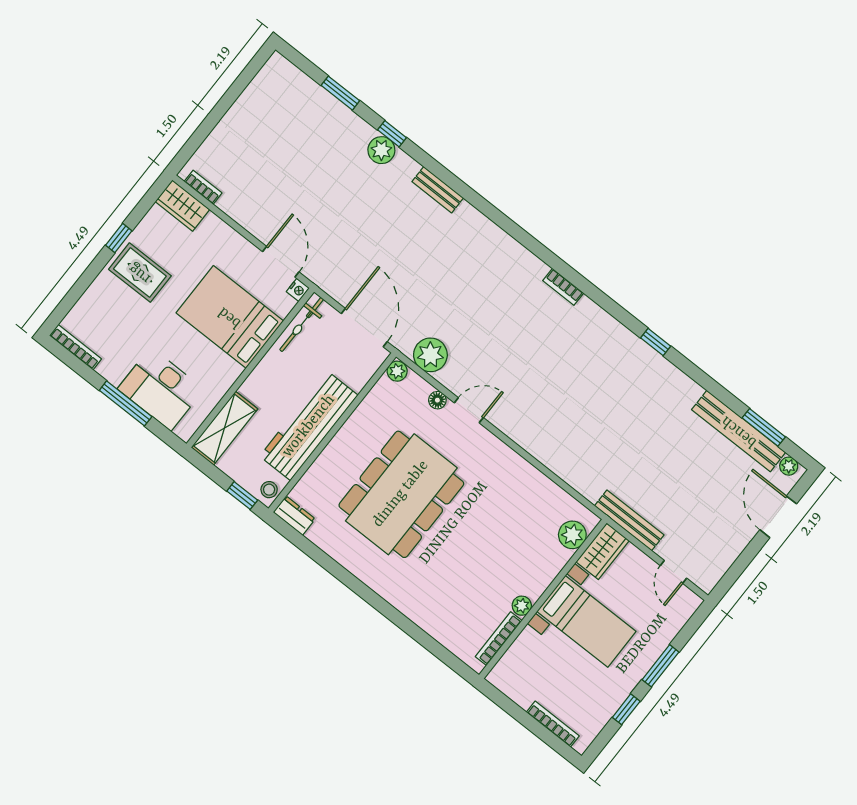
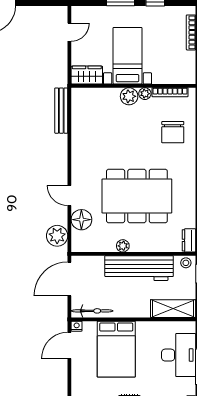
plant: (397, 371) -> (123, 246), moved
floor lamp: (437, 400) -> (81, 220), width x1.89, depth x1.89
bench: (629, 520) -> (61, 111), moved
plant: (572, 535) -> (129, 96), moved
chair: (446, 603) -> (173, 132), added

